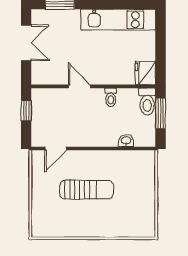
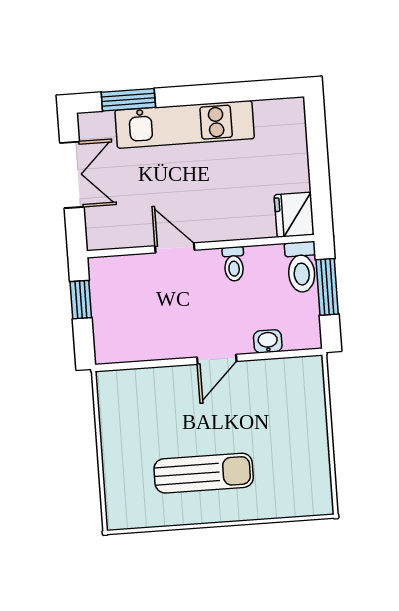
kitchen unit: (118, 20) -> (185, 124), moved
door: (56, 148) -> (217, 359), moved
sun lounger: (87, 190) -> (204, 473), moved

